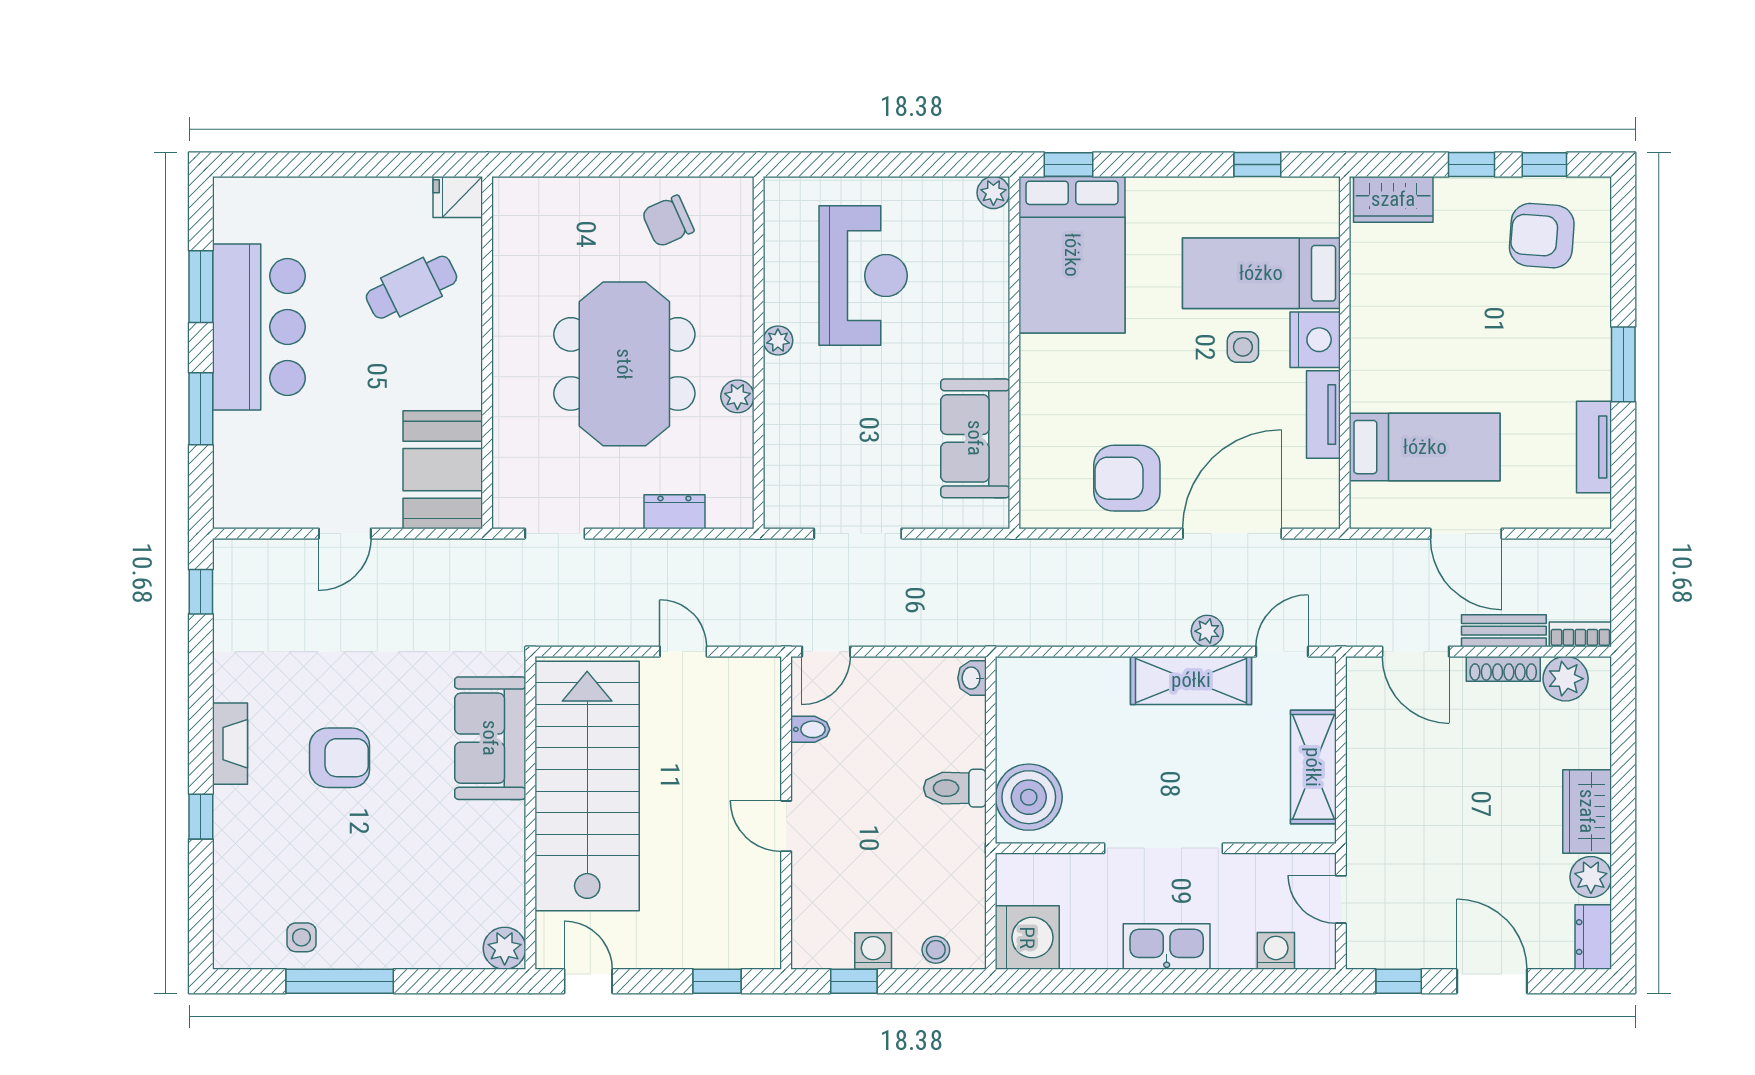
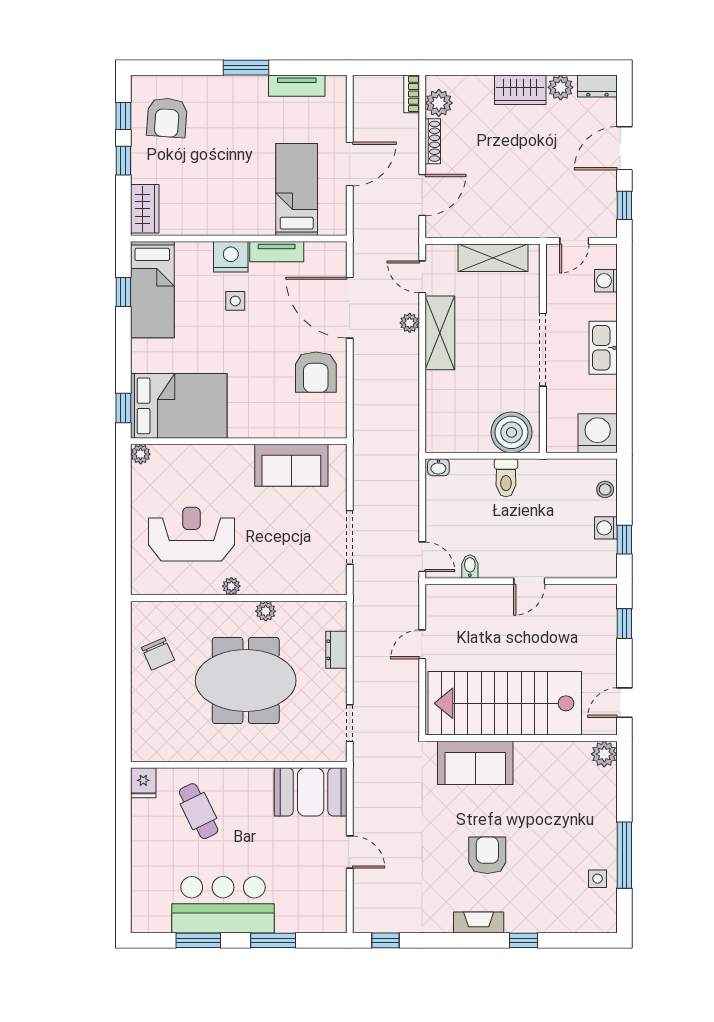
bed: (1261, 273) -> (152, 290), moved
bench: (1504, 631) -> (409, 141), removed

